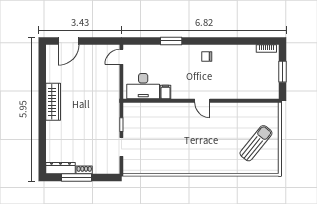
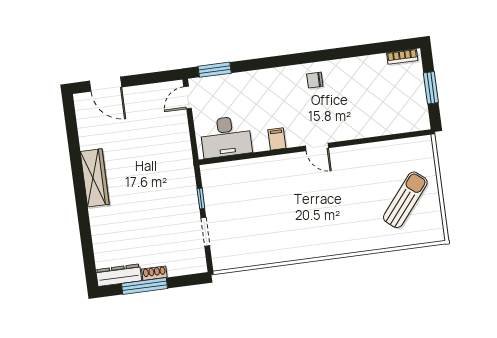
door: (68, 41) -> (106, 84), hinge flipped
window: (171, 41) -> (215, 70), moved
filing cabinet: (166, 92) -> (277, 139), moved

